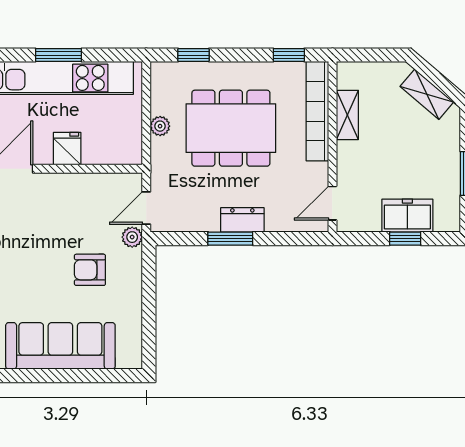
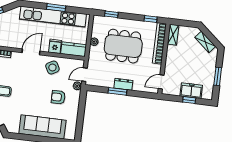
shelving: (347, 115) -> (173, 35), moved
kitchen counter: (113, 150) -> (74, 49), added
side table: (67, 200) -> (52, 68), added

